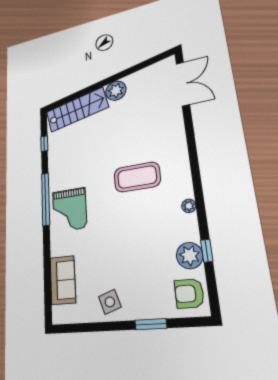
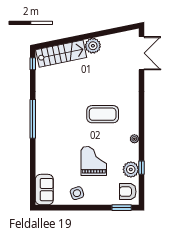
window: (44, 144) -> (33, 64), moved
grand piano: (69, 210) -> (94, 161), moved, turned 180
sofa: (63, 280) -> (44, 190), moved
window: (151, 324) -> (122, 208), moved

